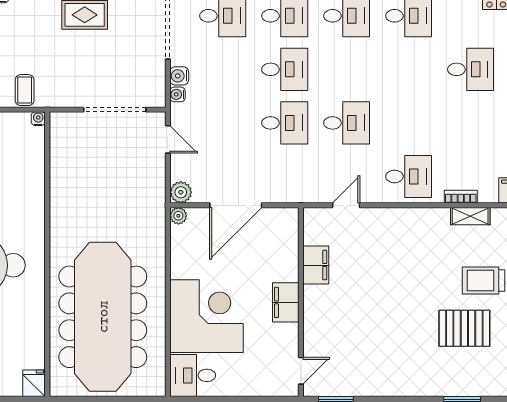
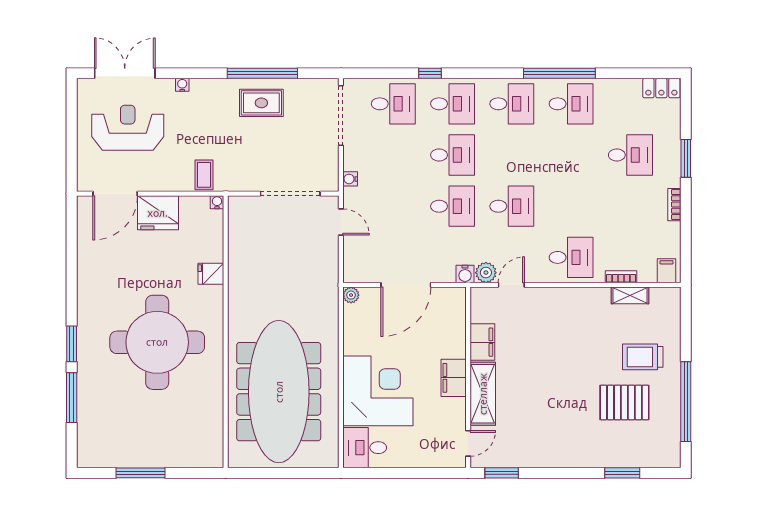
water cooler: (179, 76) -> (465, 274), moved, turned -90
plant: (181, 192) -> (486, 273), moved
shelving: (316, 319) -> (483, 394), added
fridge: (34, 383) -> (211, 274), moved, turned -90

